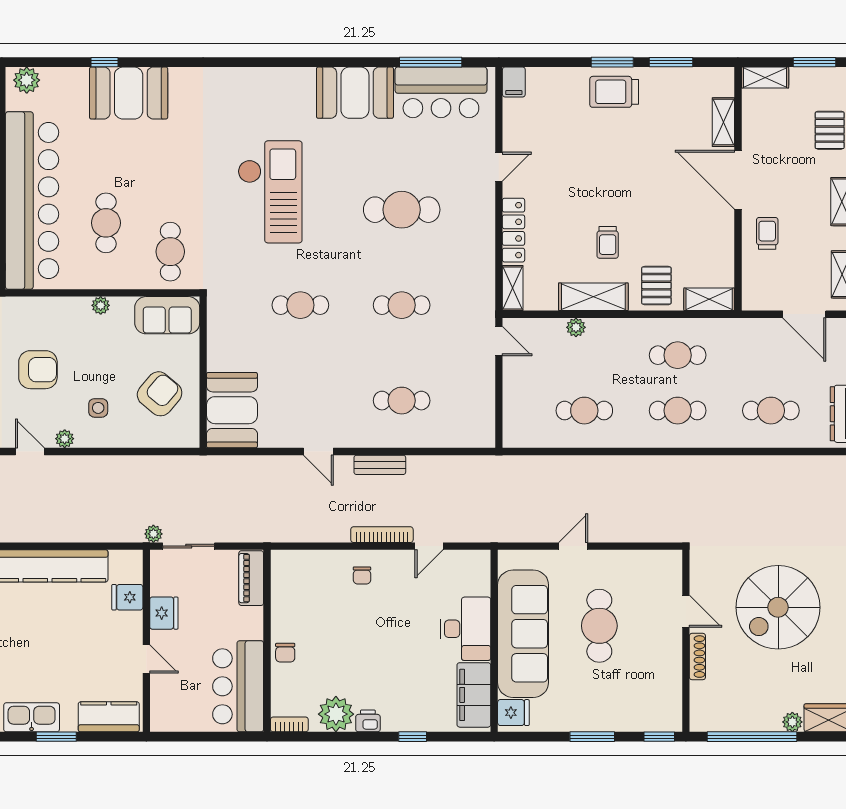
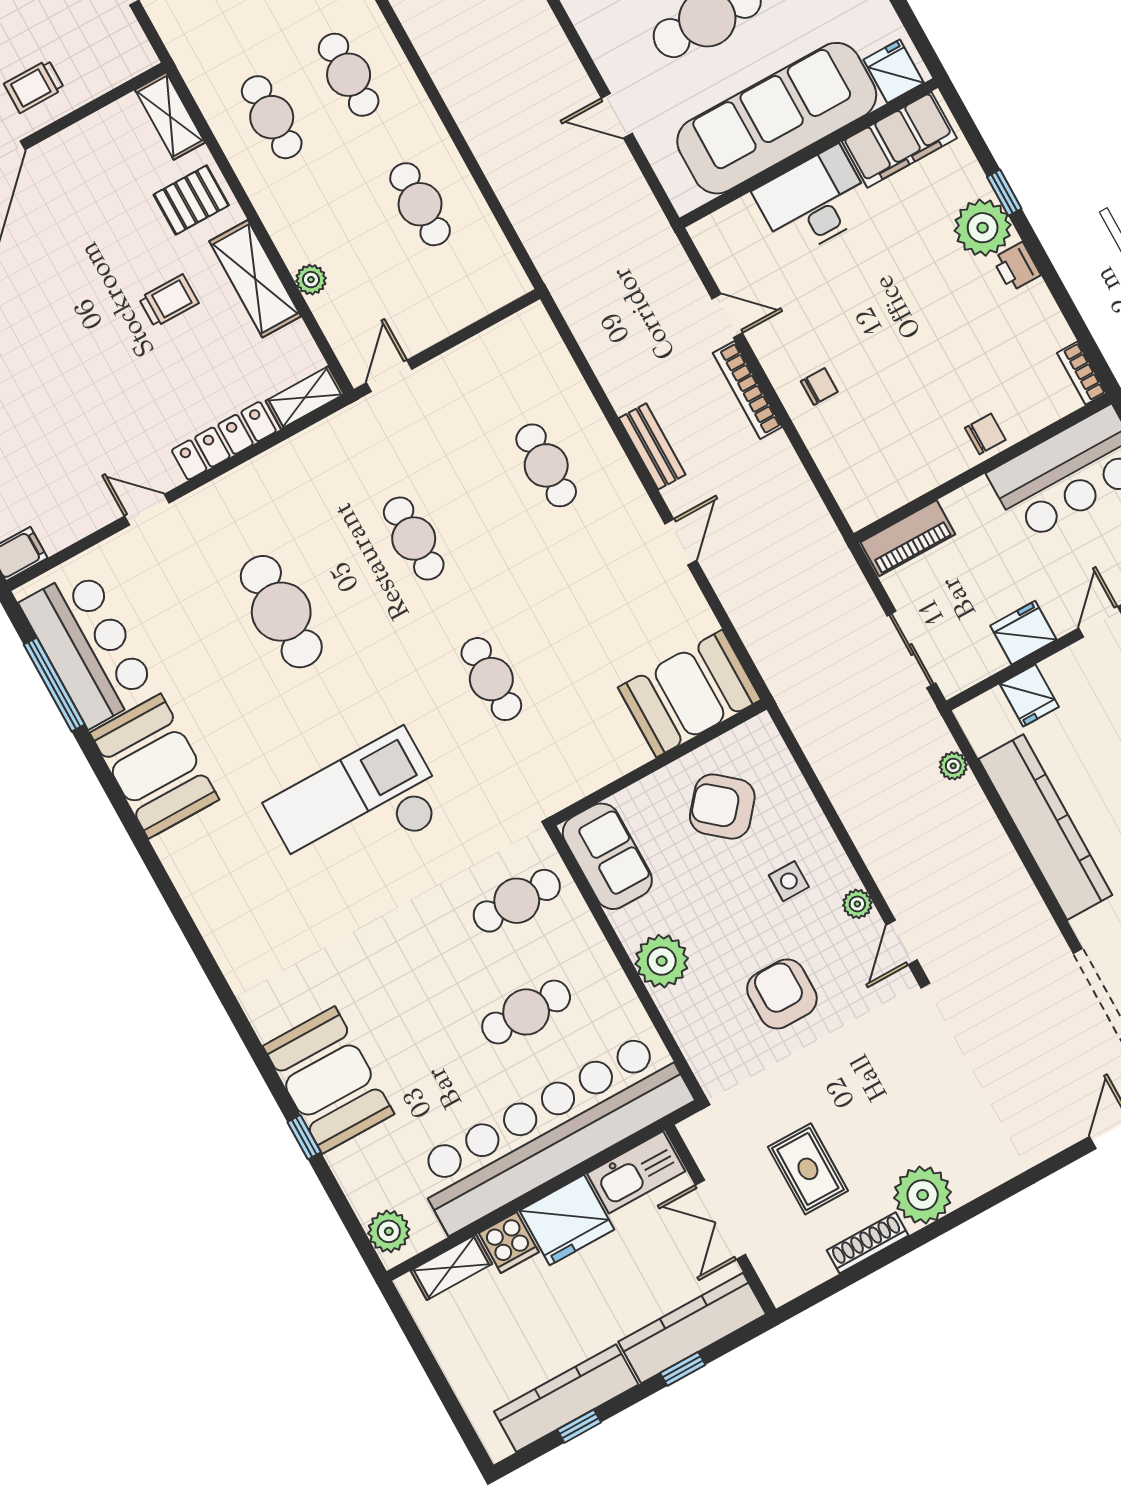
plant: (101, 305) -> (662, 961), width x1.88, depth x1.88
plant: (153, 534) -> (953, 766), moved
plant: (336, 714) -> (983, 228), moved

